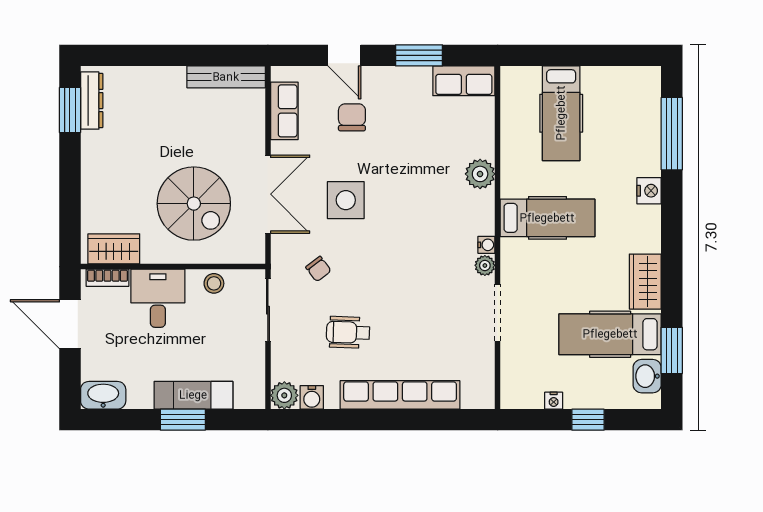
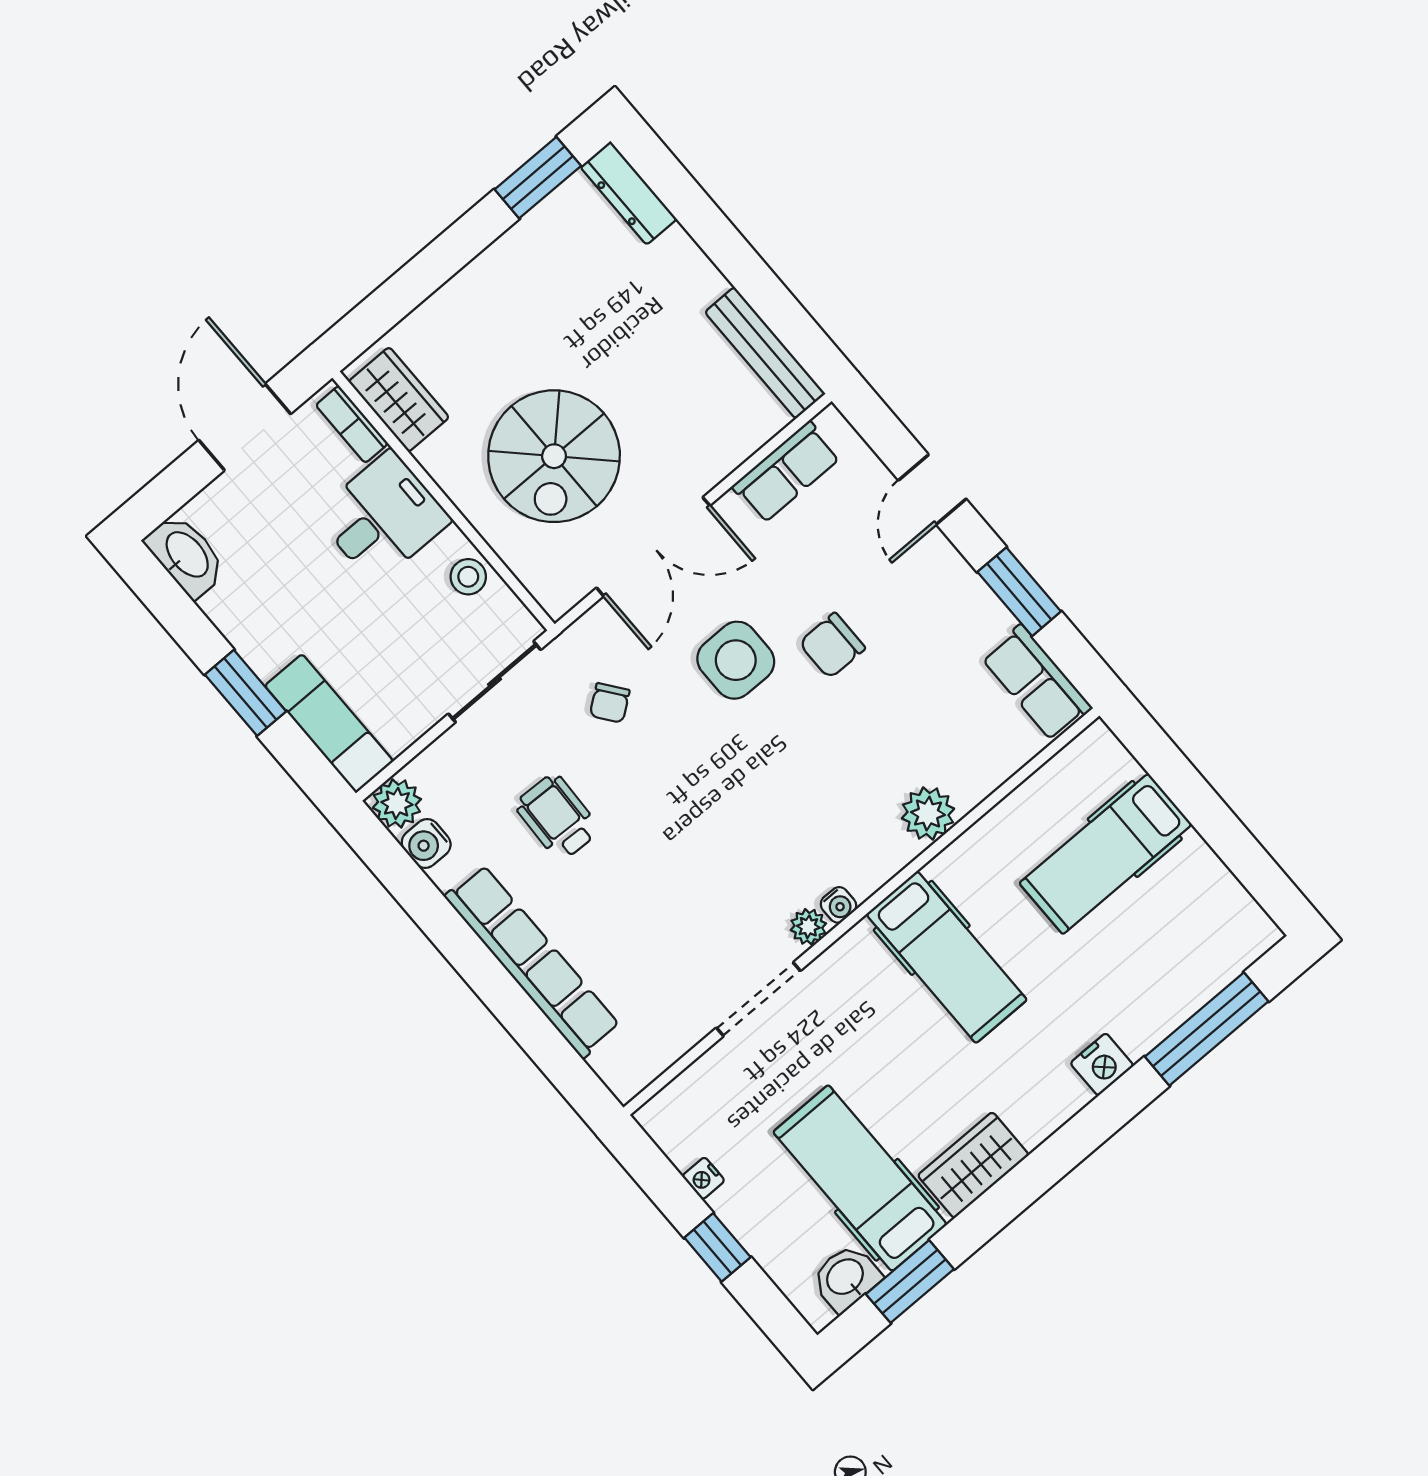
dresser: (92, 101) -> (628, 193), moved, turned 90
chair: (352, 117) -> (832, 646), moved, turned 180
exam couch: (193, 395) -> (329, 723), moved

